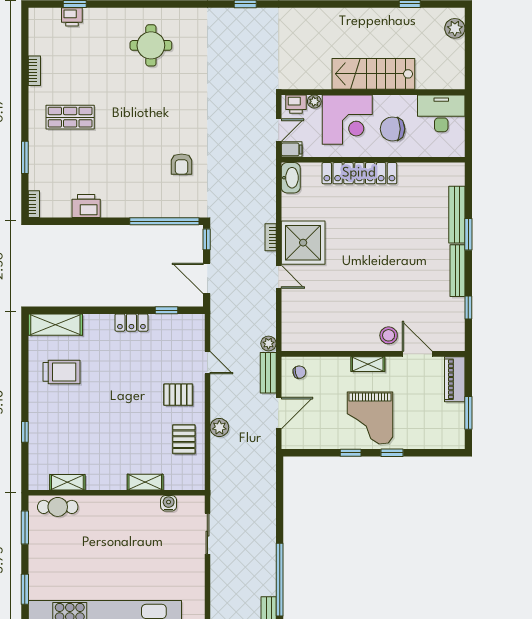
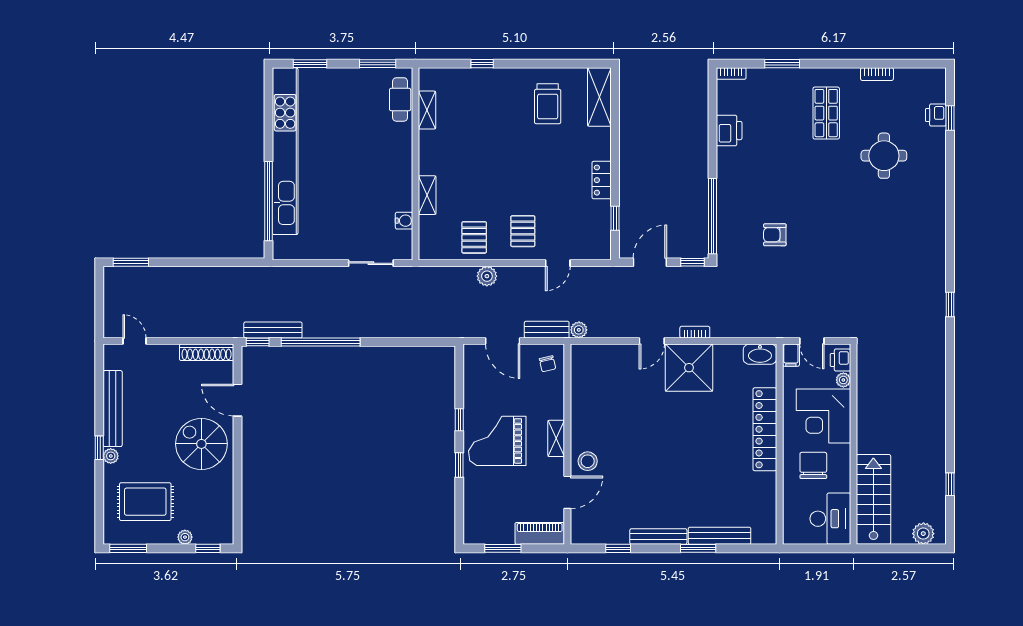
round table: (151, 45) -> (884, 156), moved
stairs: (373, 74) -> (873, 499), moved
pallet: (184, 439) -> (474, 237), turned 90

